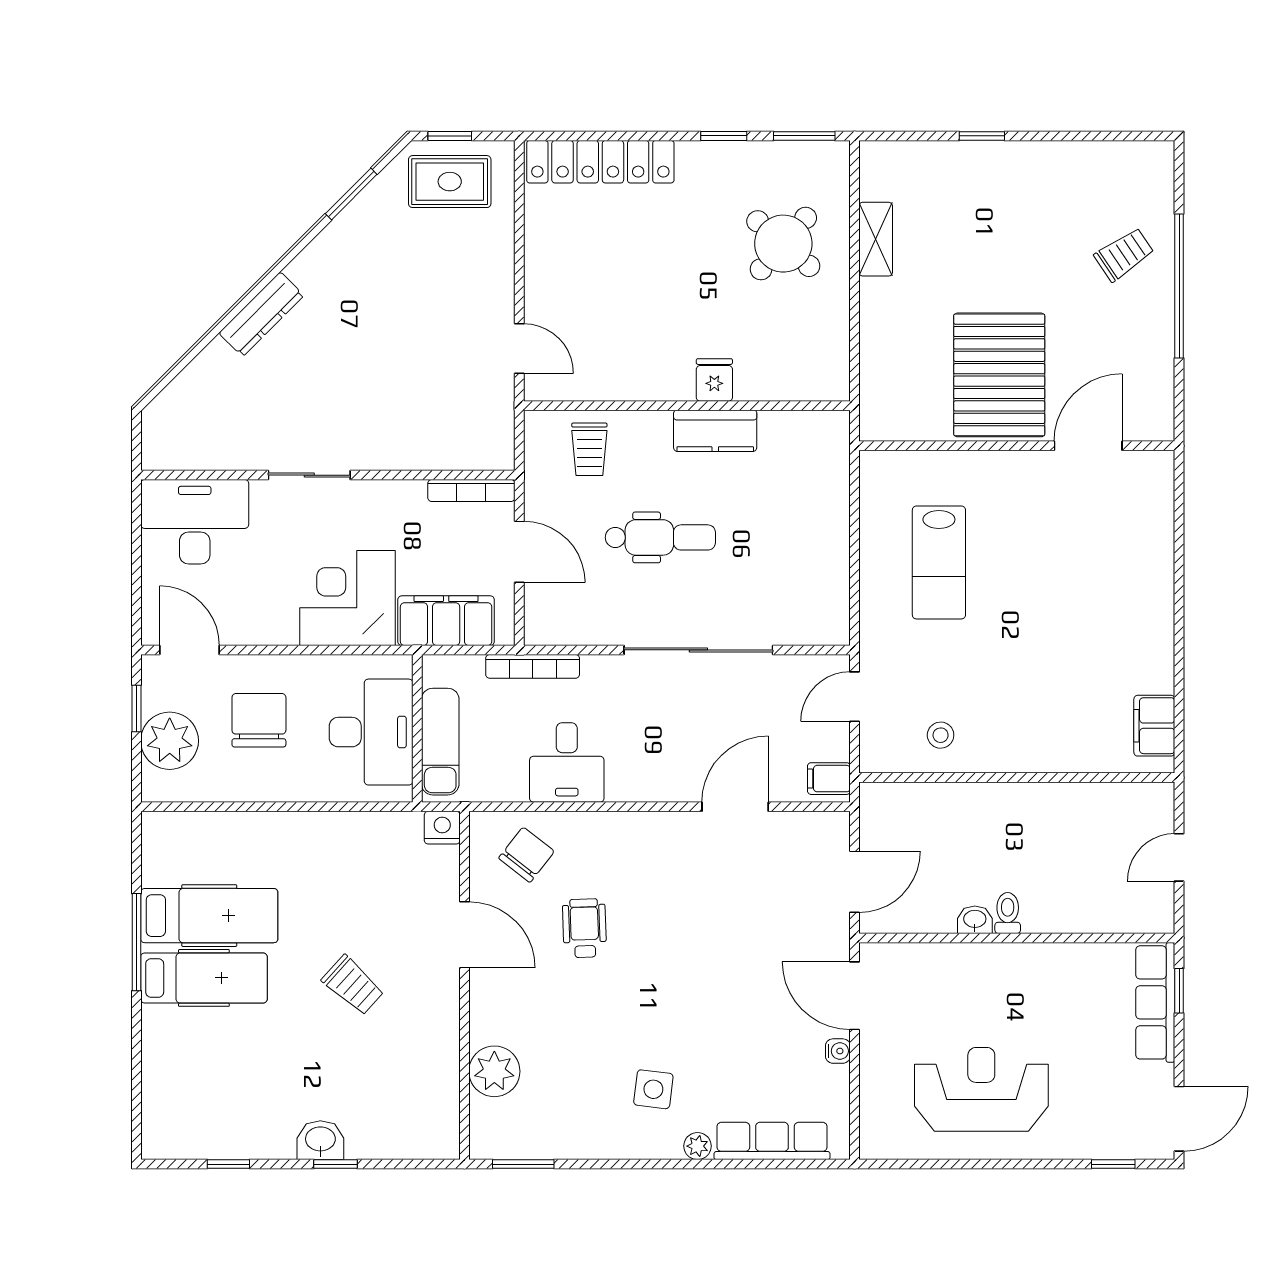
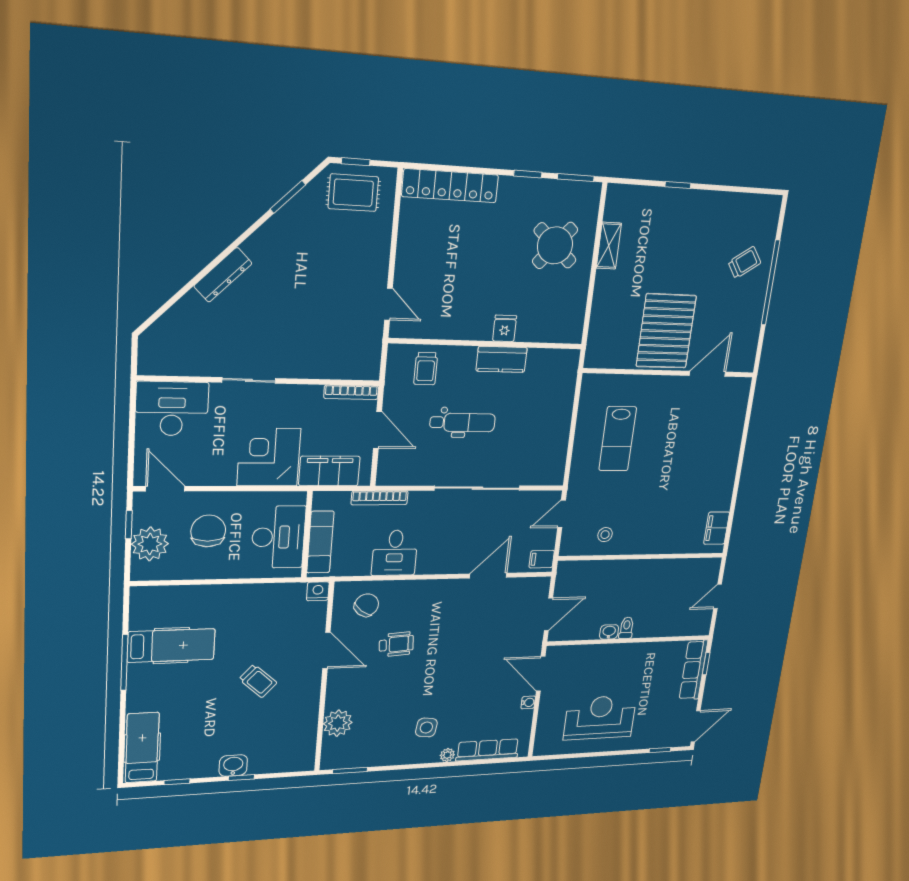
wheelchair: (584, 928) -> (396, 644), turned 88
hospital bed: (204, 978) -> (142, 748), moved, turned -90

